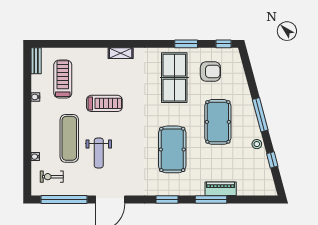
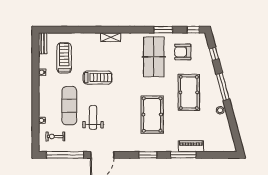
armchair: (210, 72) -> (183, 52), turned 180
weight bench: (99, 153) -> (93, 117), turned 180
window: (272, 160) -> (214, 54), moved

